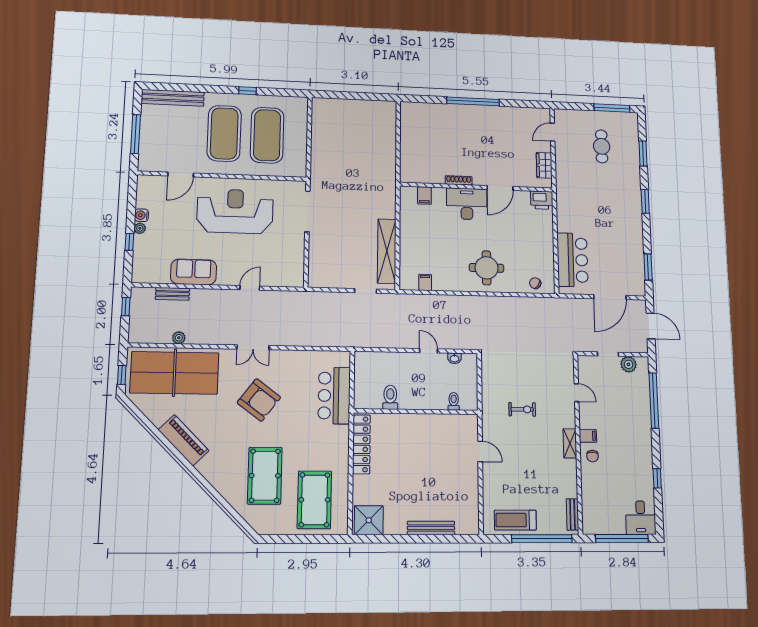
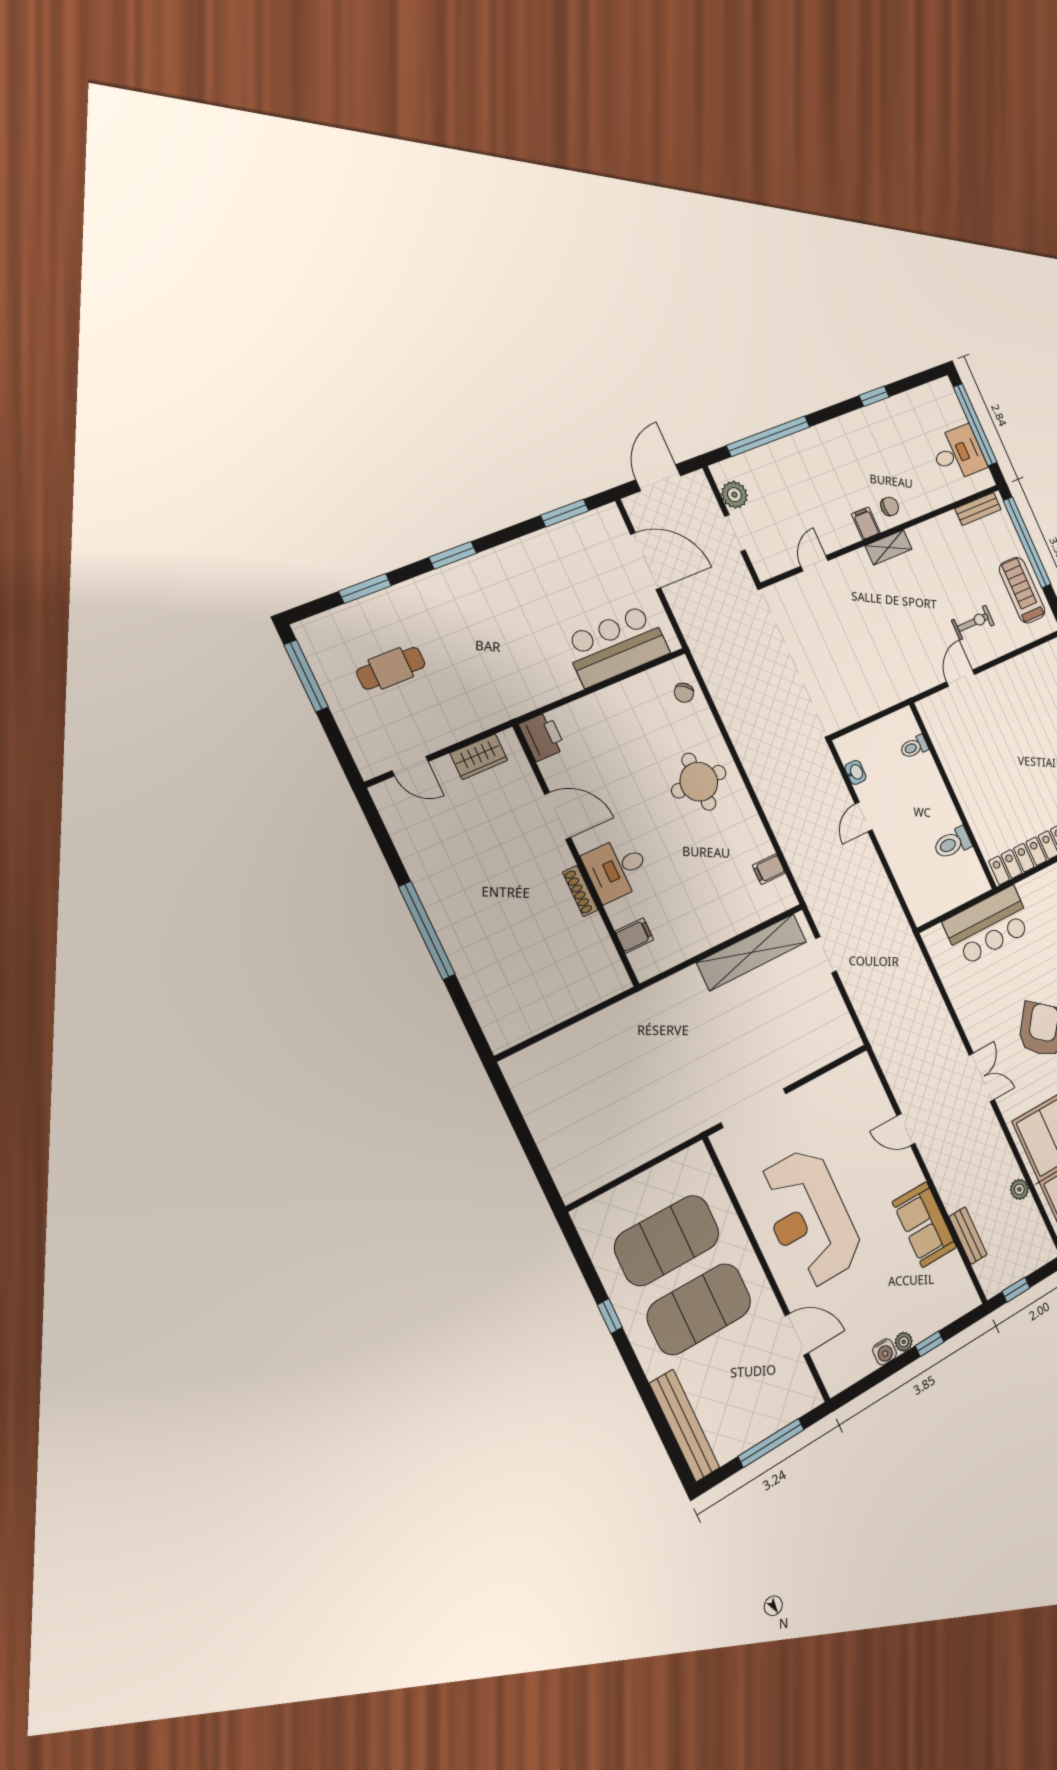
desk: (467, 204) -> (617, 869), width x0.73
exercise bike: (522, 409) -> (973, 623), moved, turned 90
desk: (641, 518) -> (958, 453), moved
treadmill: (515, 520) -> (1022, 590), turned 180

